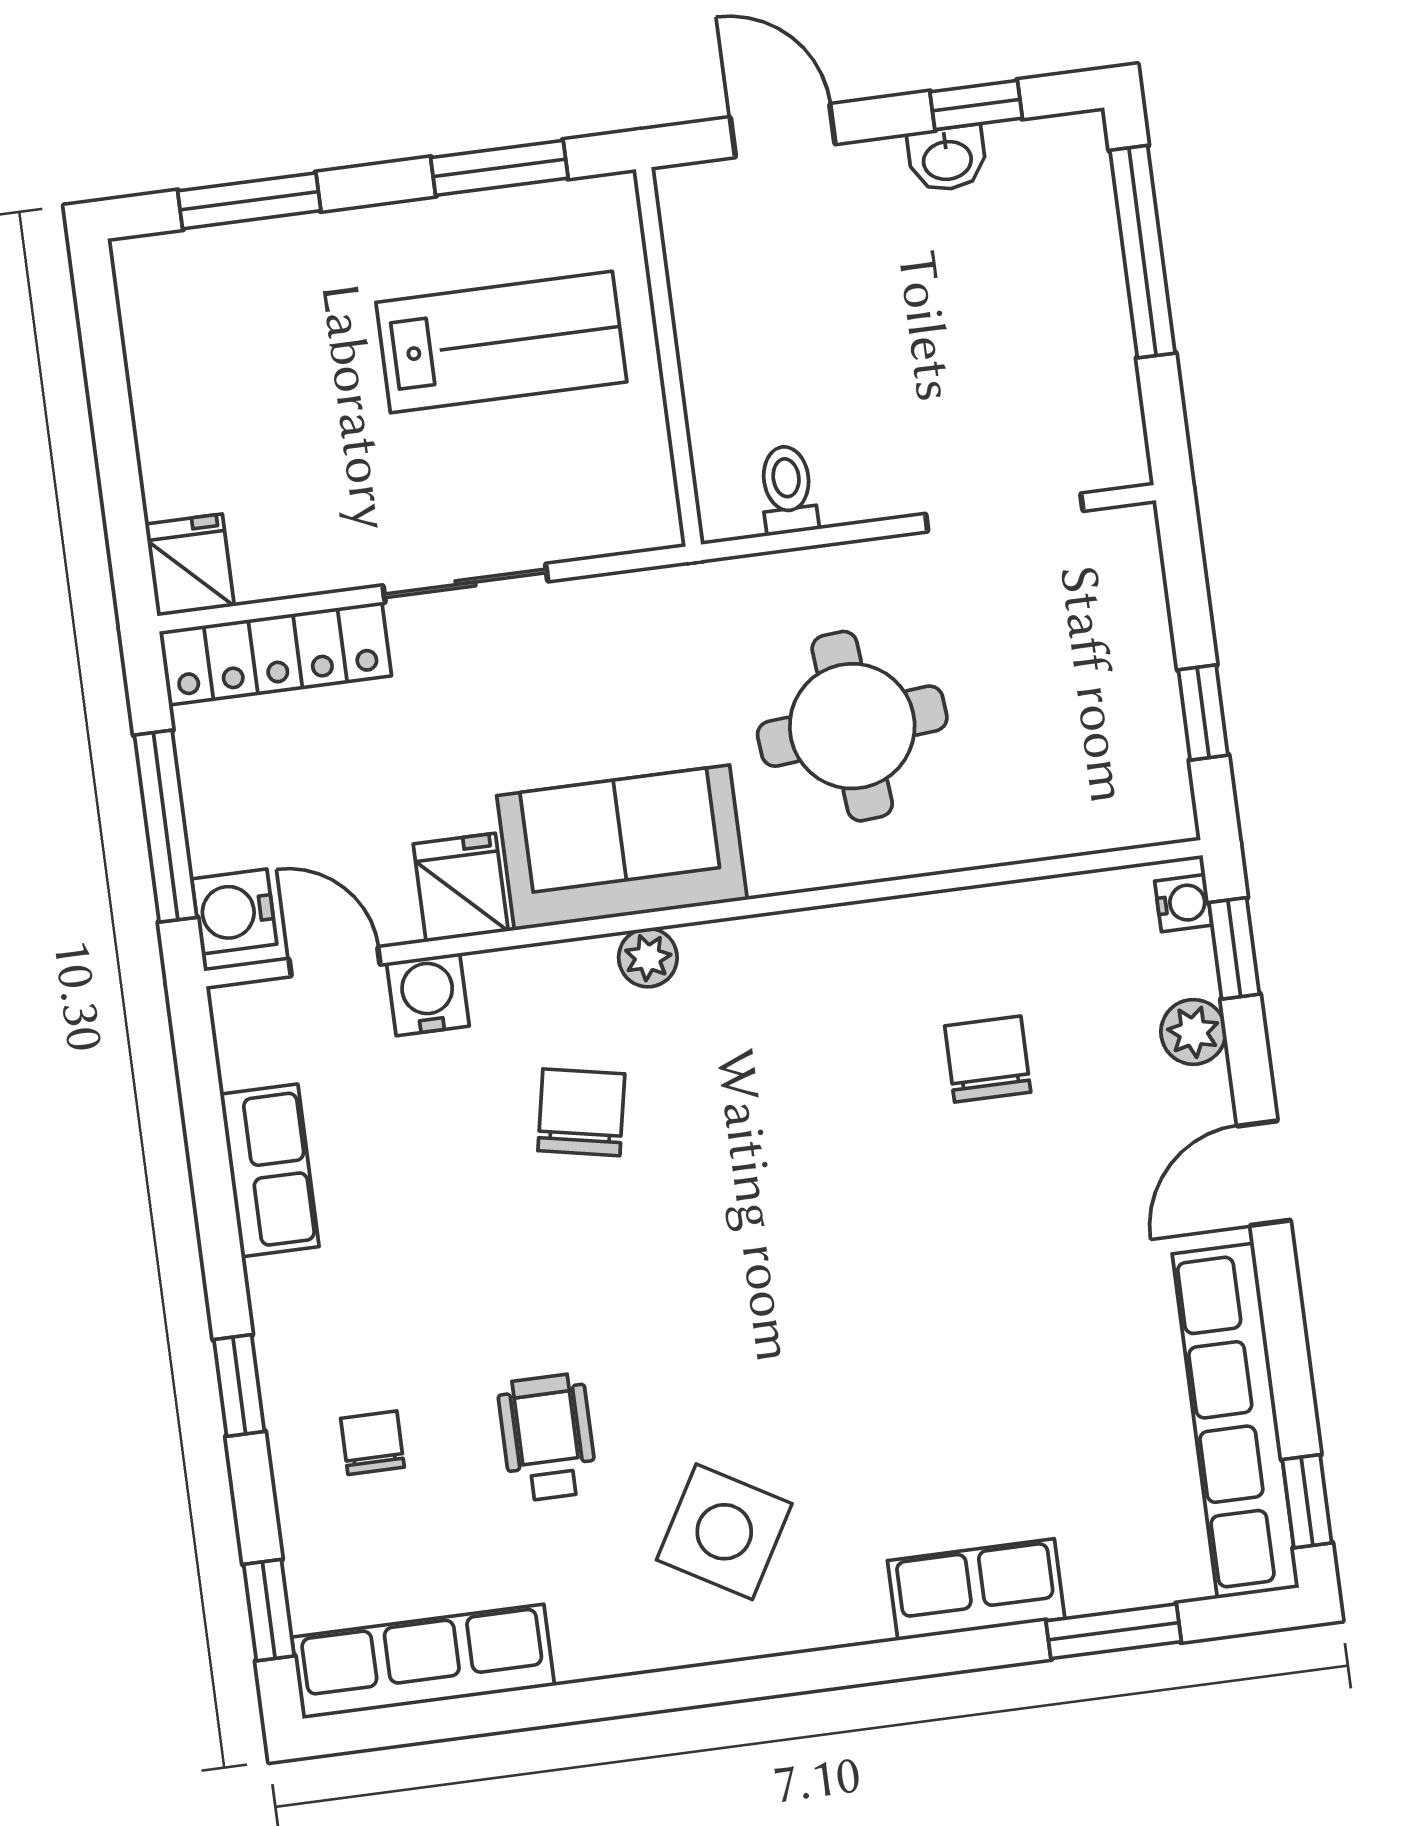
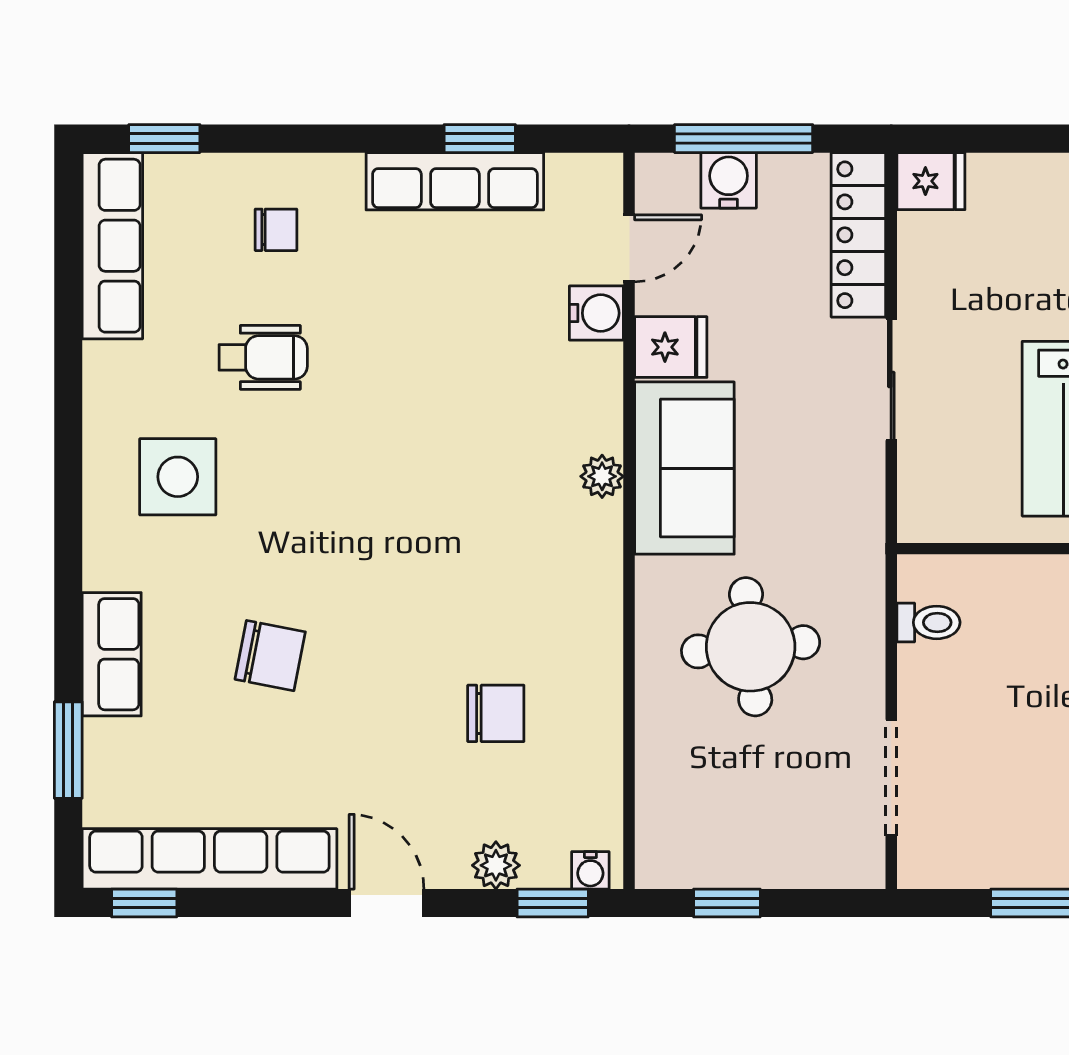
water cooler: (234, 912) -> (729, 180), moved
chair: (581, 1112) -> (270, 656), moved
row of seats: (270, 1170) -> (455, 181), width x1.48
window: (239, 1386) -> (480, 139), moved
side table: (724, 1532) -> (178, 477), turned -30

